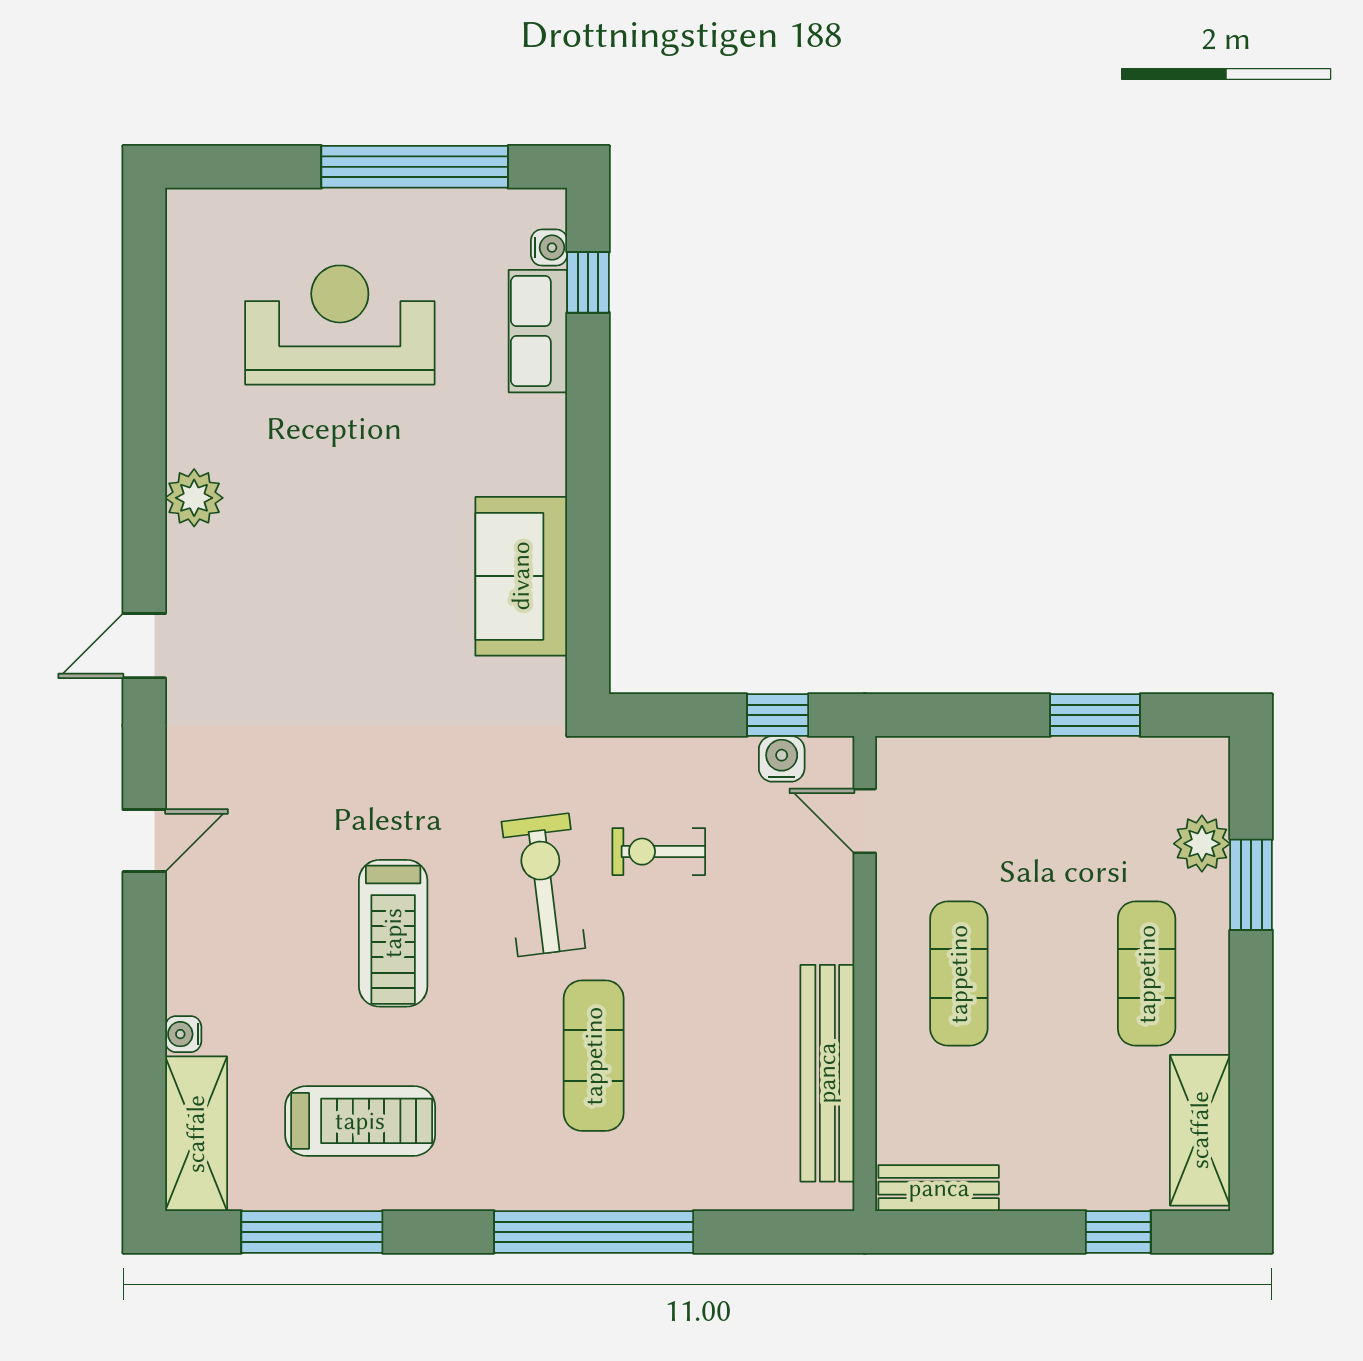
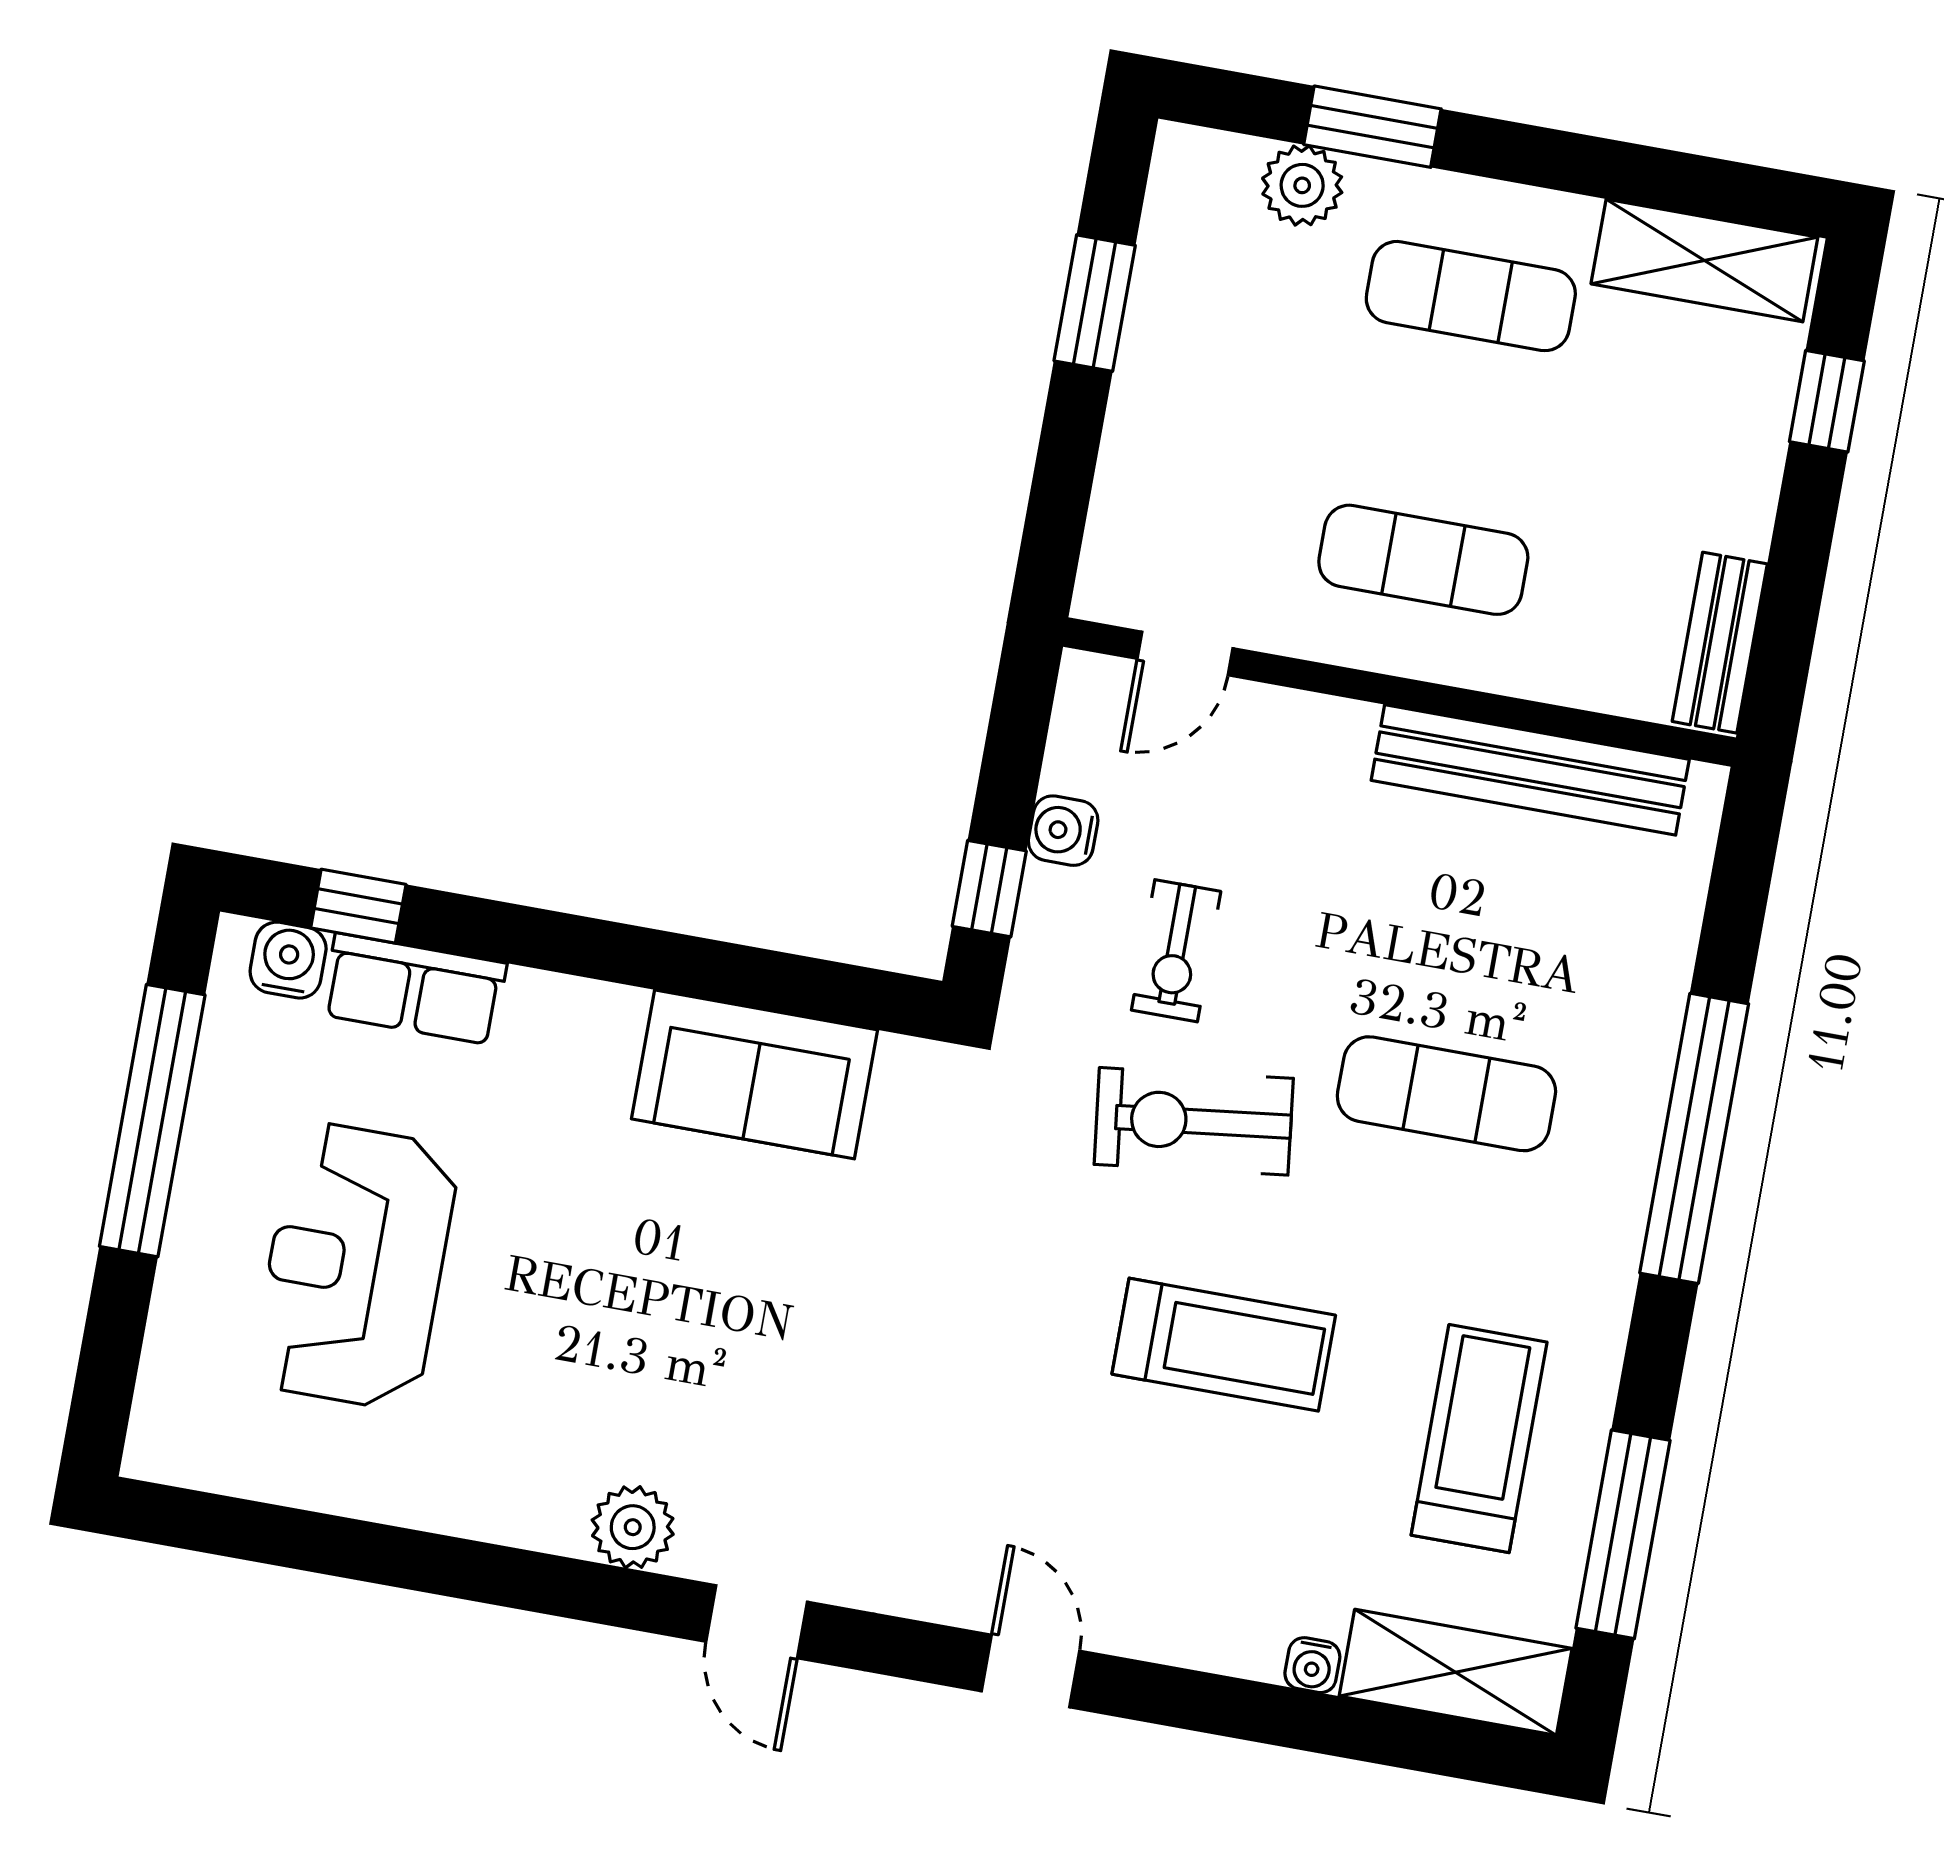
water cooler: (549, 248) -> (288, 960), width x1.38, depth x1.38
plant: (194, 498) -> (633, 1527), moved
window: (778, 715) -> (989, 889), moved
water cooler: (782, 759) -> (1063, 831), moved

